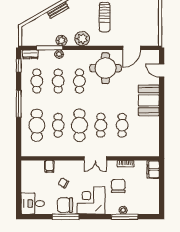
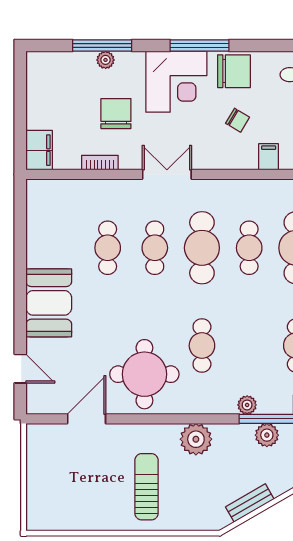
plant: (61, 41) -> (267, 435), moved
cafe table: (58, 81) -> (249, 346), removed
chair: (118, 186) -> (116, 114), turned 180
window: (66, 217) -> (199, 46), moved

